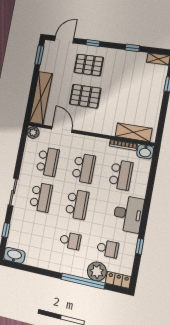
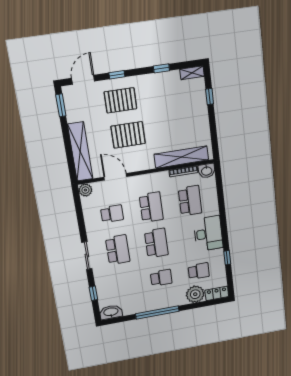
shelving: (134, 132) -> (181, 157), width x1.47
school desk: (48, 162) -> (112, 214), width x0.54
window: (83, 281) -> (157, 313), moved

